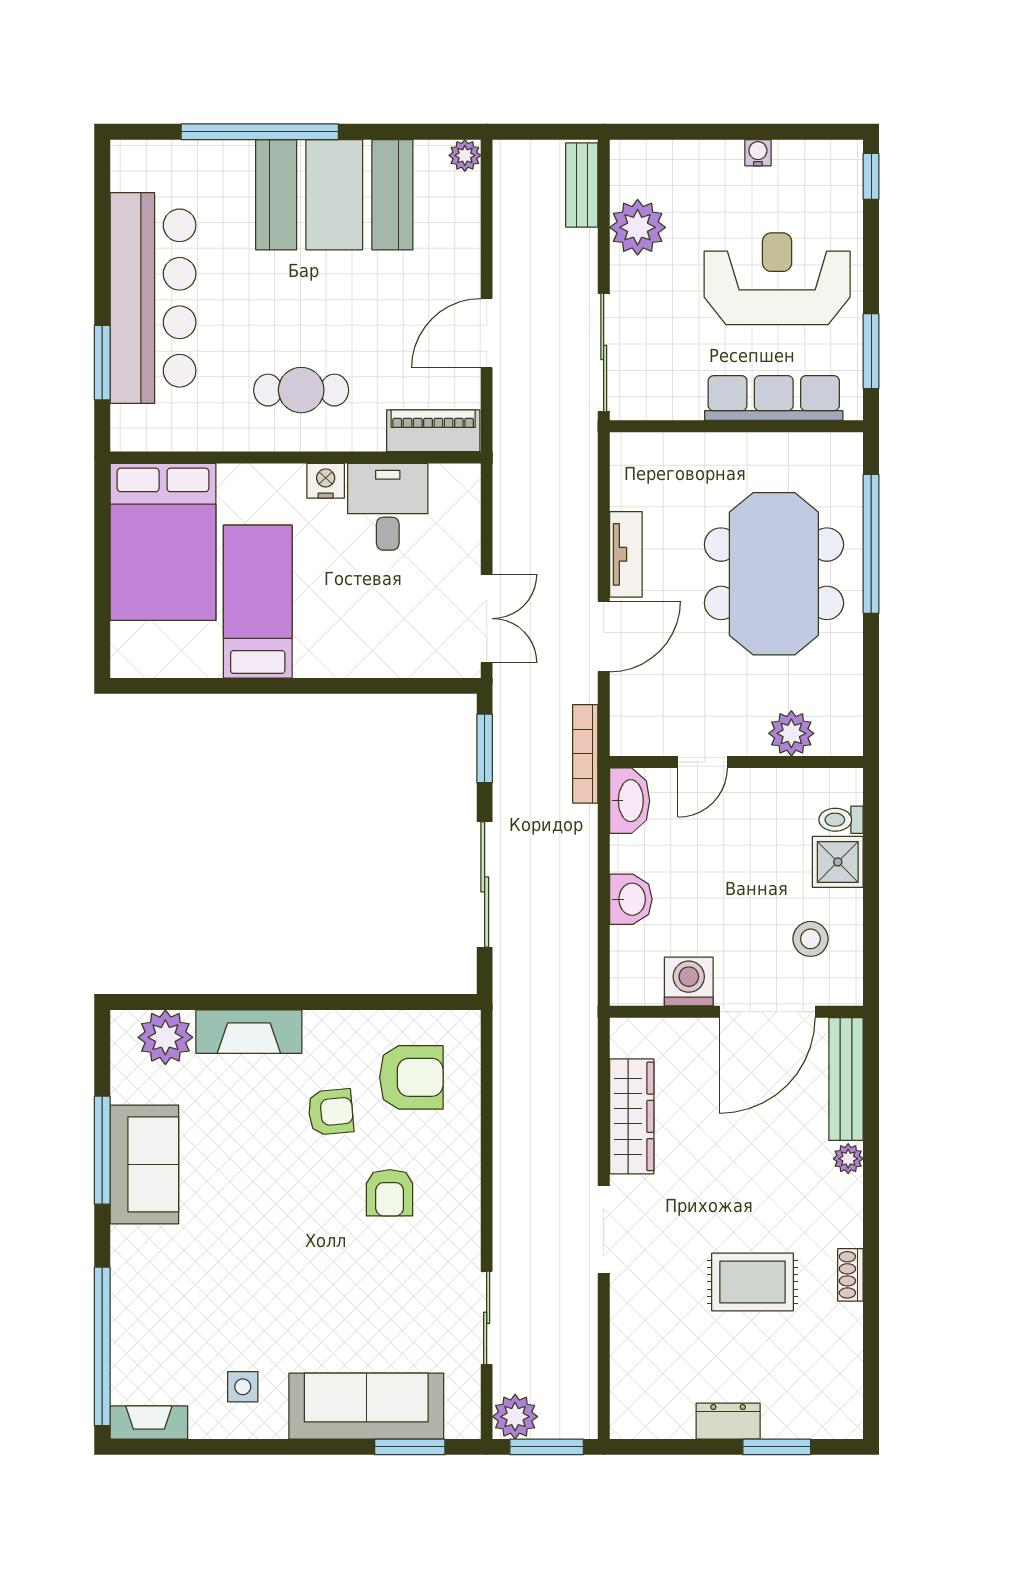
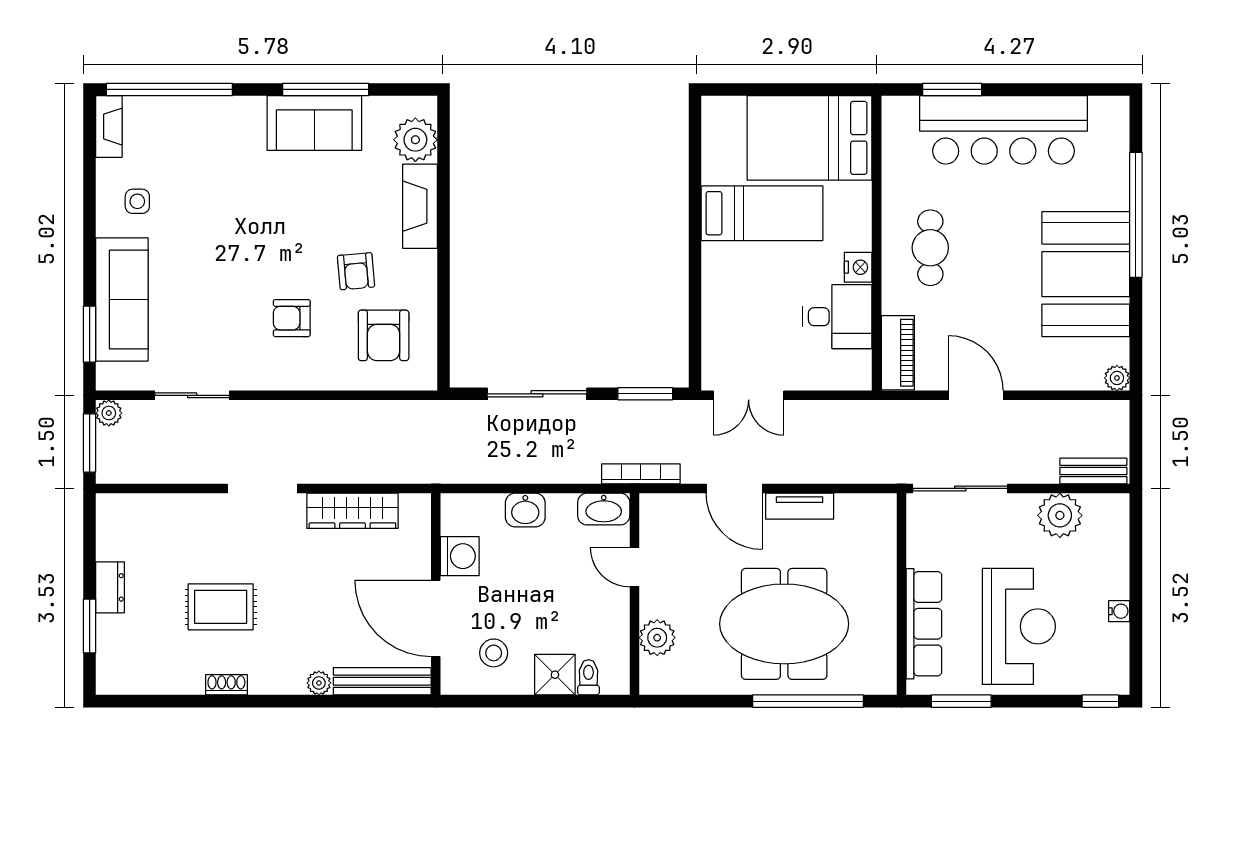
rug: (752, 1282) -> (221, 607), turned 90
plant: (515, 1417) -> (109, 413), width x0.73, depth x0.73

